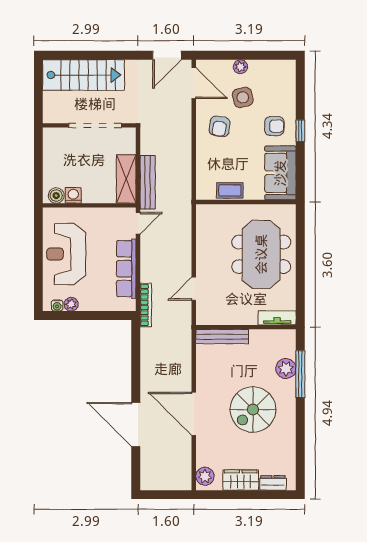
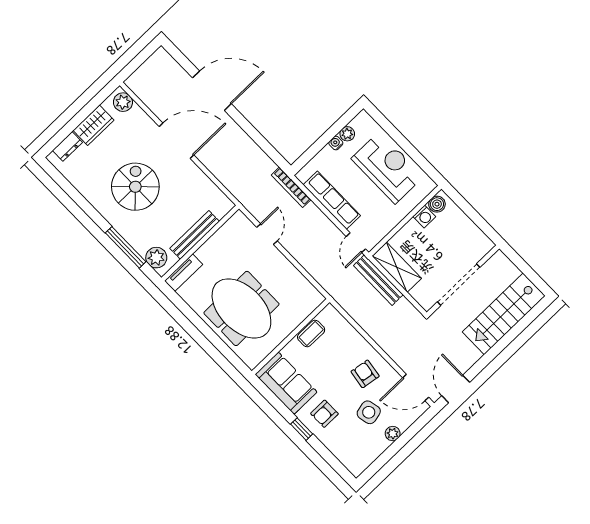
water cooler: (57, 305) -> (336, 143), moved
bench: (222, 337) -> (195, 235), moved
plant: (286, 369) -> (156, 258), moved

